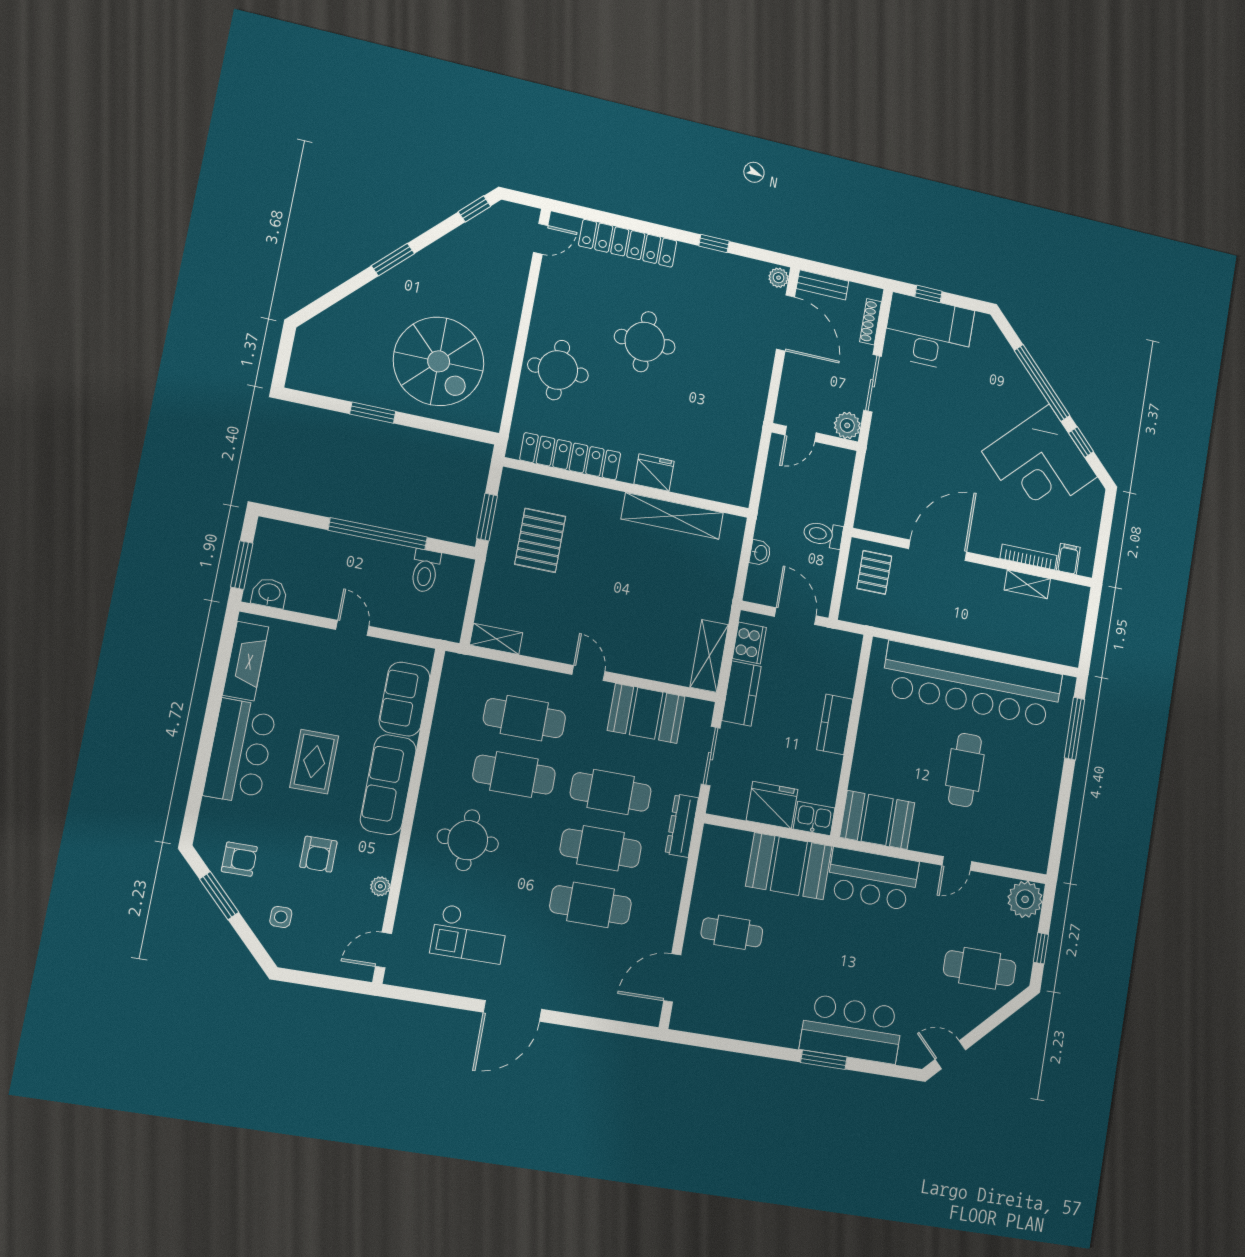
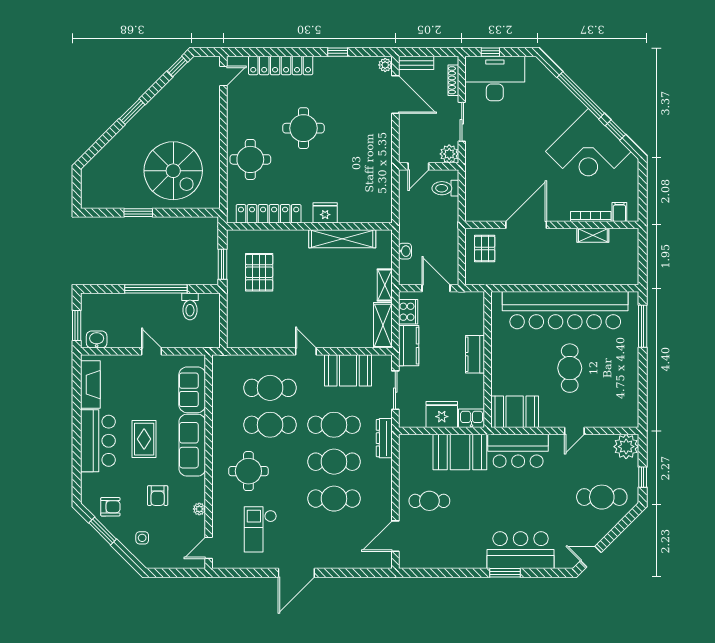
toilet: (823, 534) -> (445, 188), moved
shelving: (496, 639) -> (385, 285), moved, turned 90
checkout: (469, 934) -> (260, 529), turned 90

